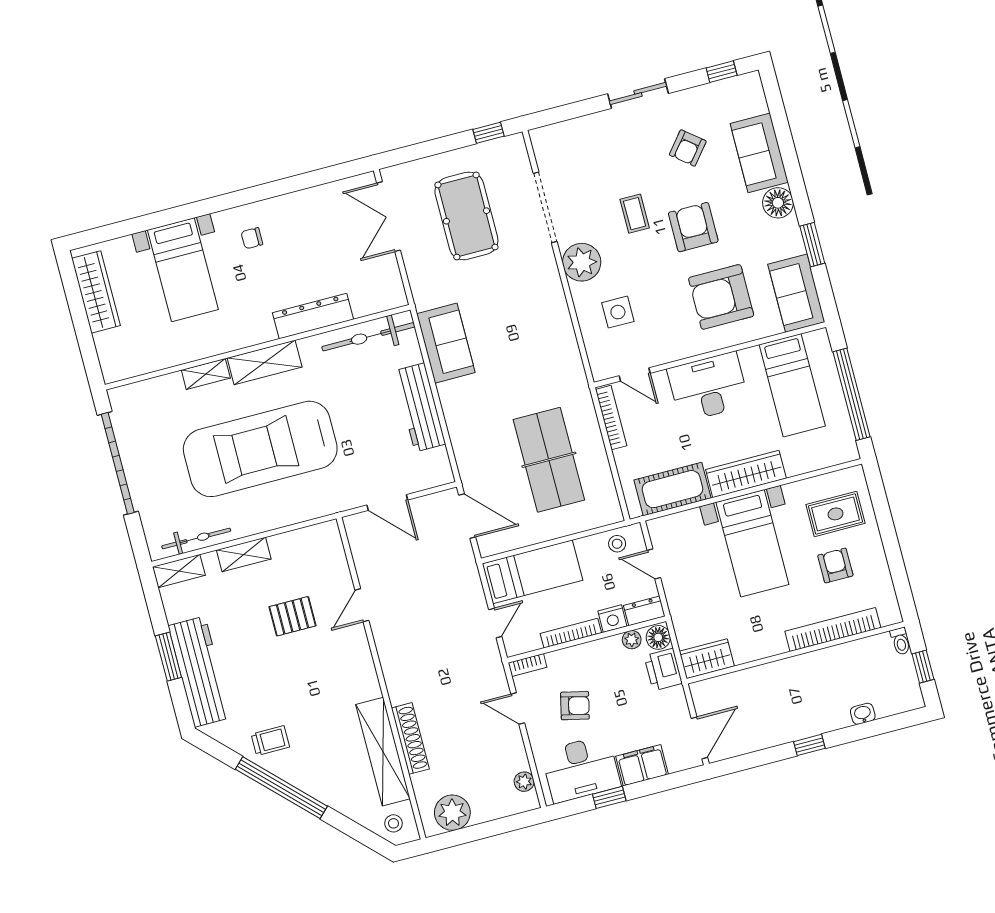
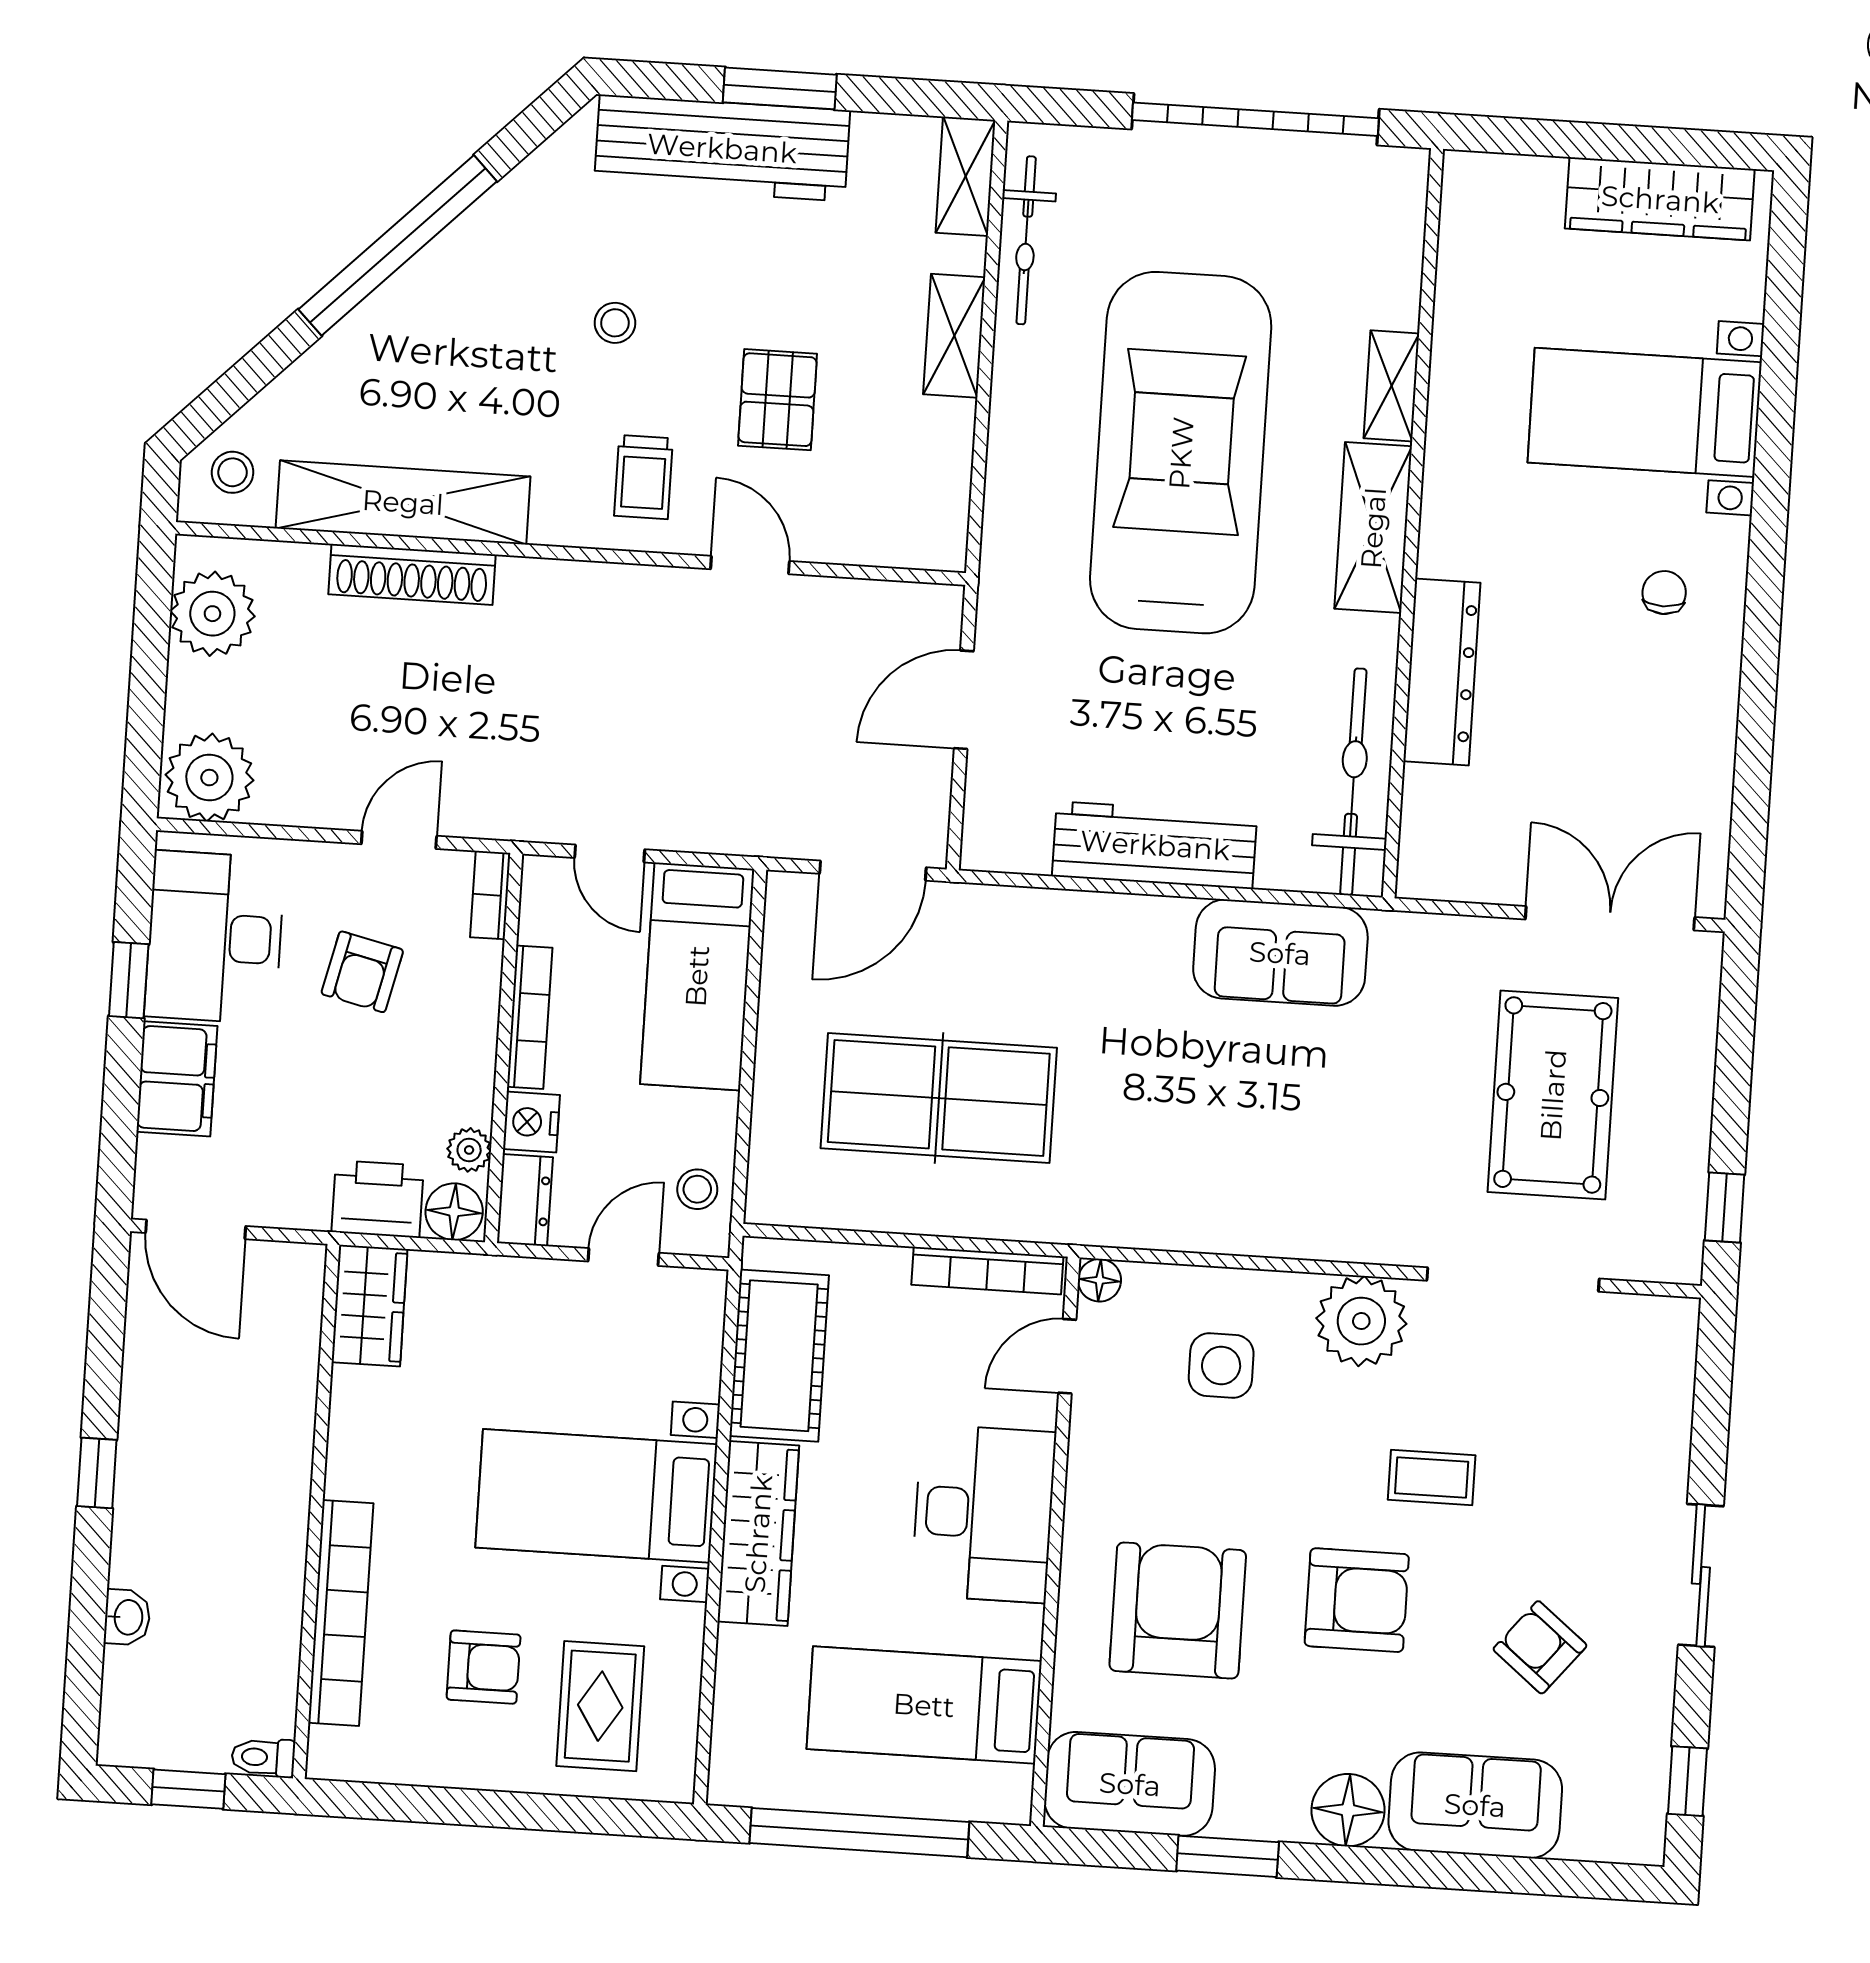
pool table: (466, 216) -> (1553, 1095), turned 90
floor lamp: (600, 372) -> (1100, 1280), added
stool: (283, 691) -> (615, 323), added
trolley: (270, 741) -> (643, 477), moved
plant: (524, 782) -> (209, 778), width x1.88, depth x1.88

